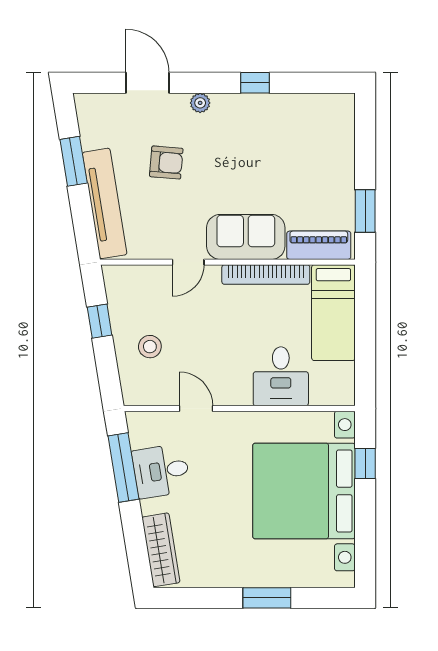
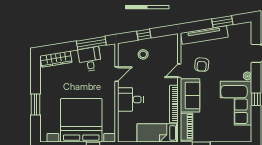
corner sofa: (264, 129) -> (236, 103), added
armchair: (166, 162) -> (202, 65), moved
door: (188, 262) -> (179, 71), hinge flipped
window: (100, 321) -> (144, 34), moved
desk: (281, 376) -> (130, 99), moved

